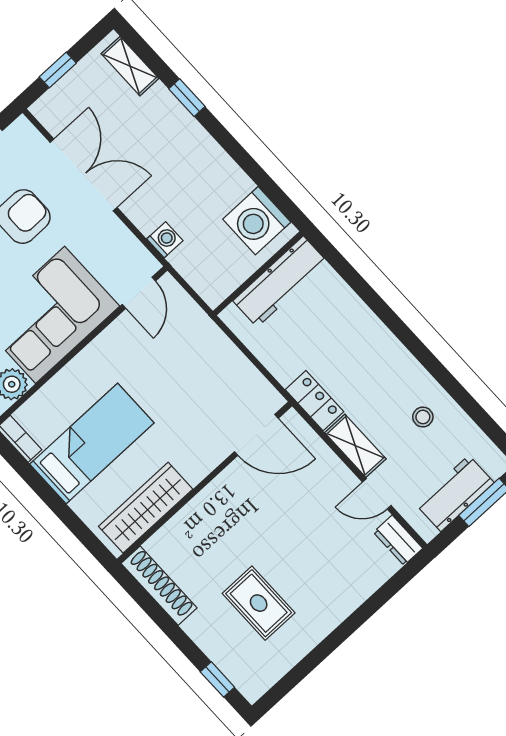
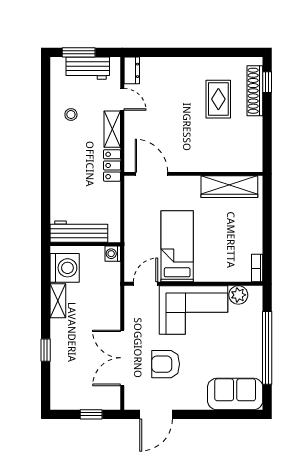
shelving: (130, 66) -> (58, 301), moved
washing machine: (165, 240) -> (113, 254), moved
bed: (92, 443) -> (177, 246), moved, turned 90
shoe rack: (159, 586) -> (255, 91), moved

